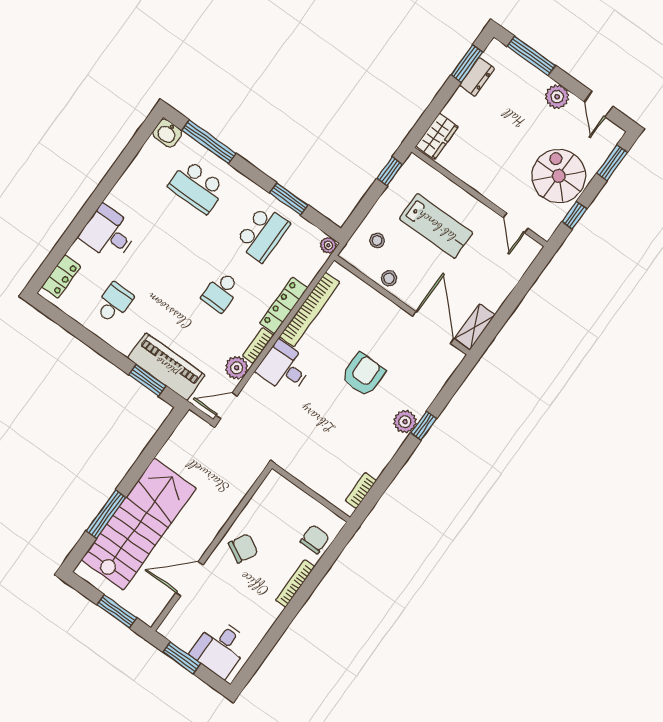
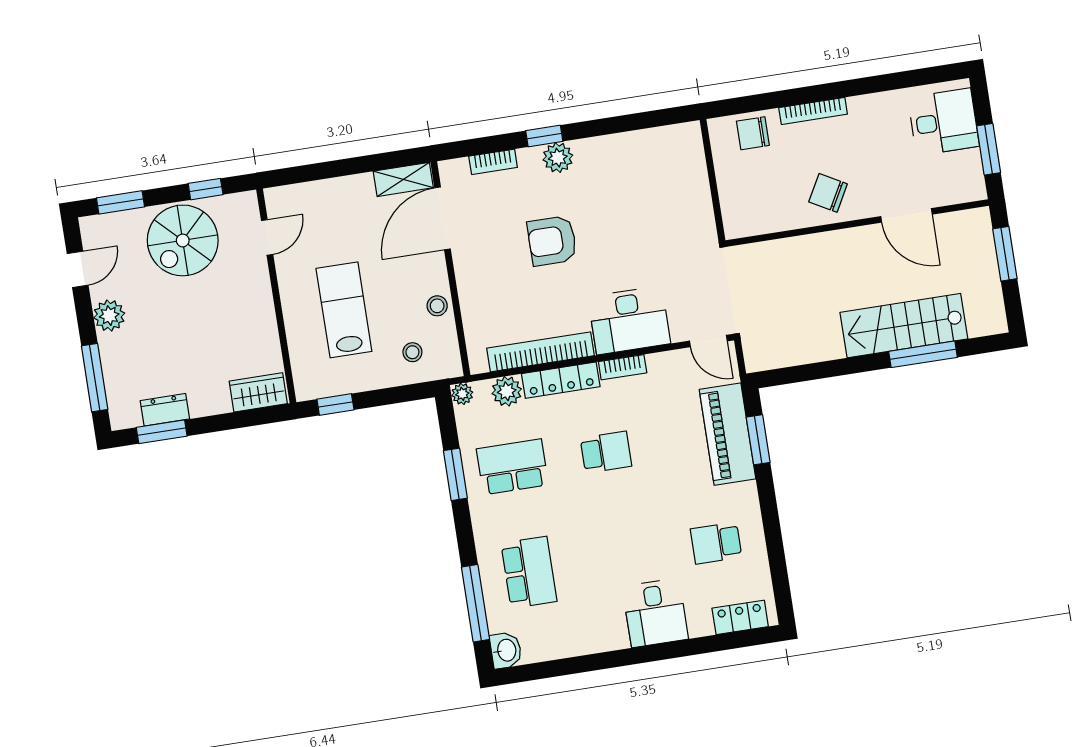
plant: (237, 368) -> (507, 391), moved
desk: (284, 368) -> (629, 320), width x1.37
bookcase: (361, 491) -> (493, 162), moved
stairs: (139, 524) -> (904, 326), width x0.73, depth x0.66

